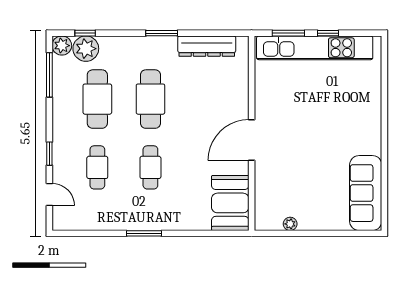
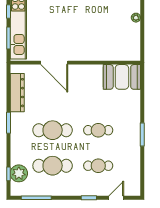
plant: (62, 46) -> (17, 189), removed
door: (252, 140) -> (54, 63), moved
plant: (290, 224) -> (136, 18), moved

